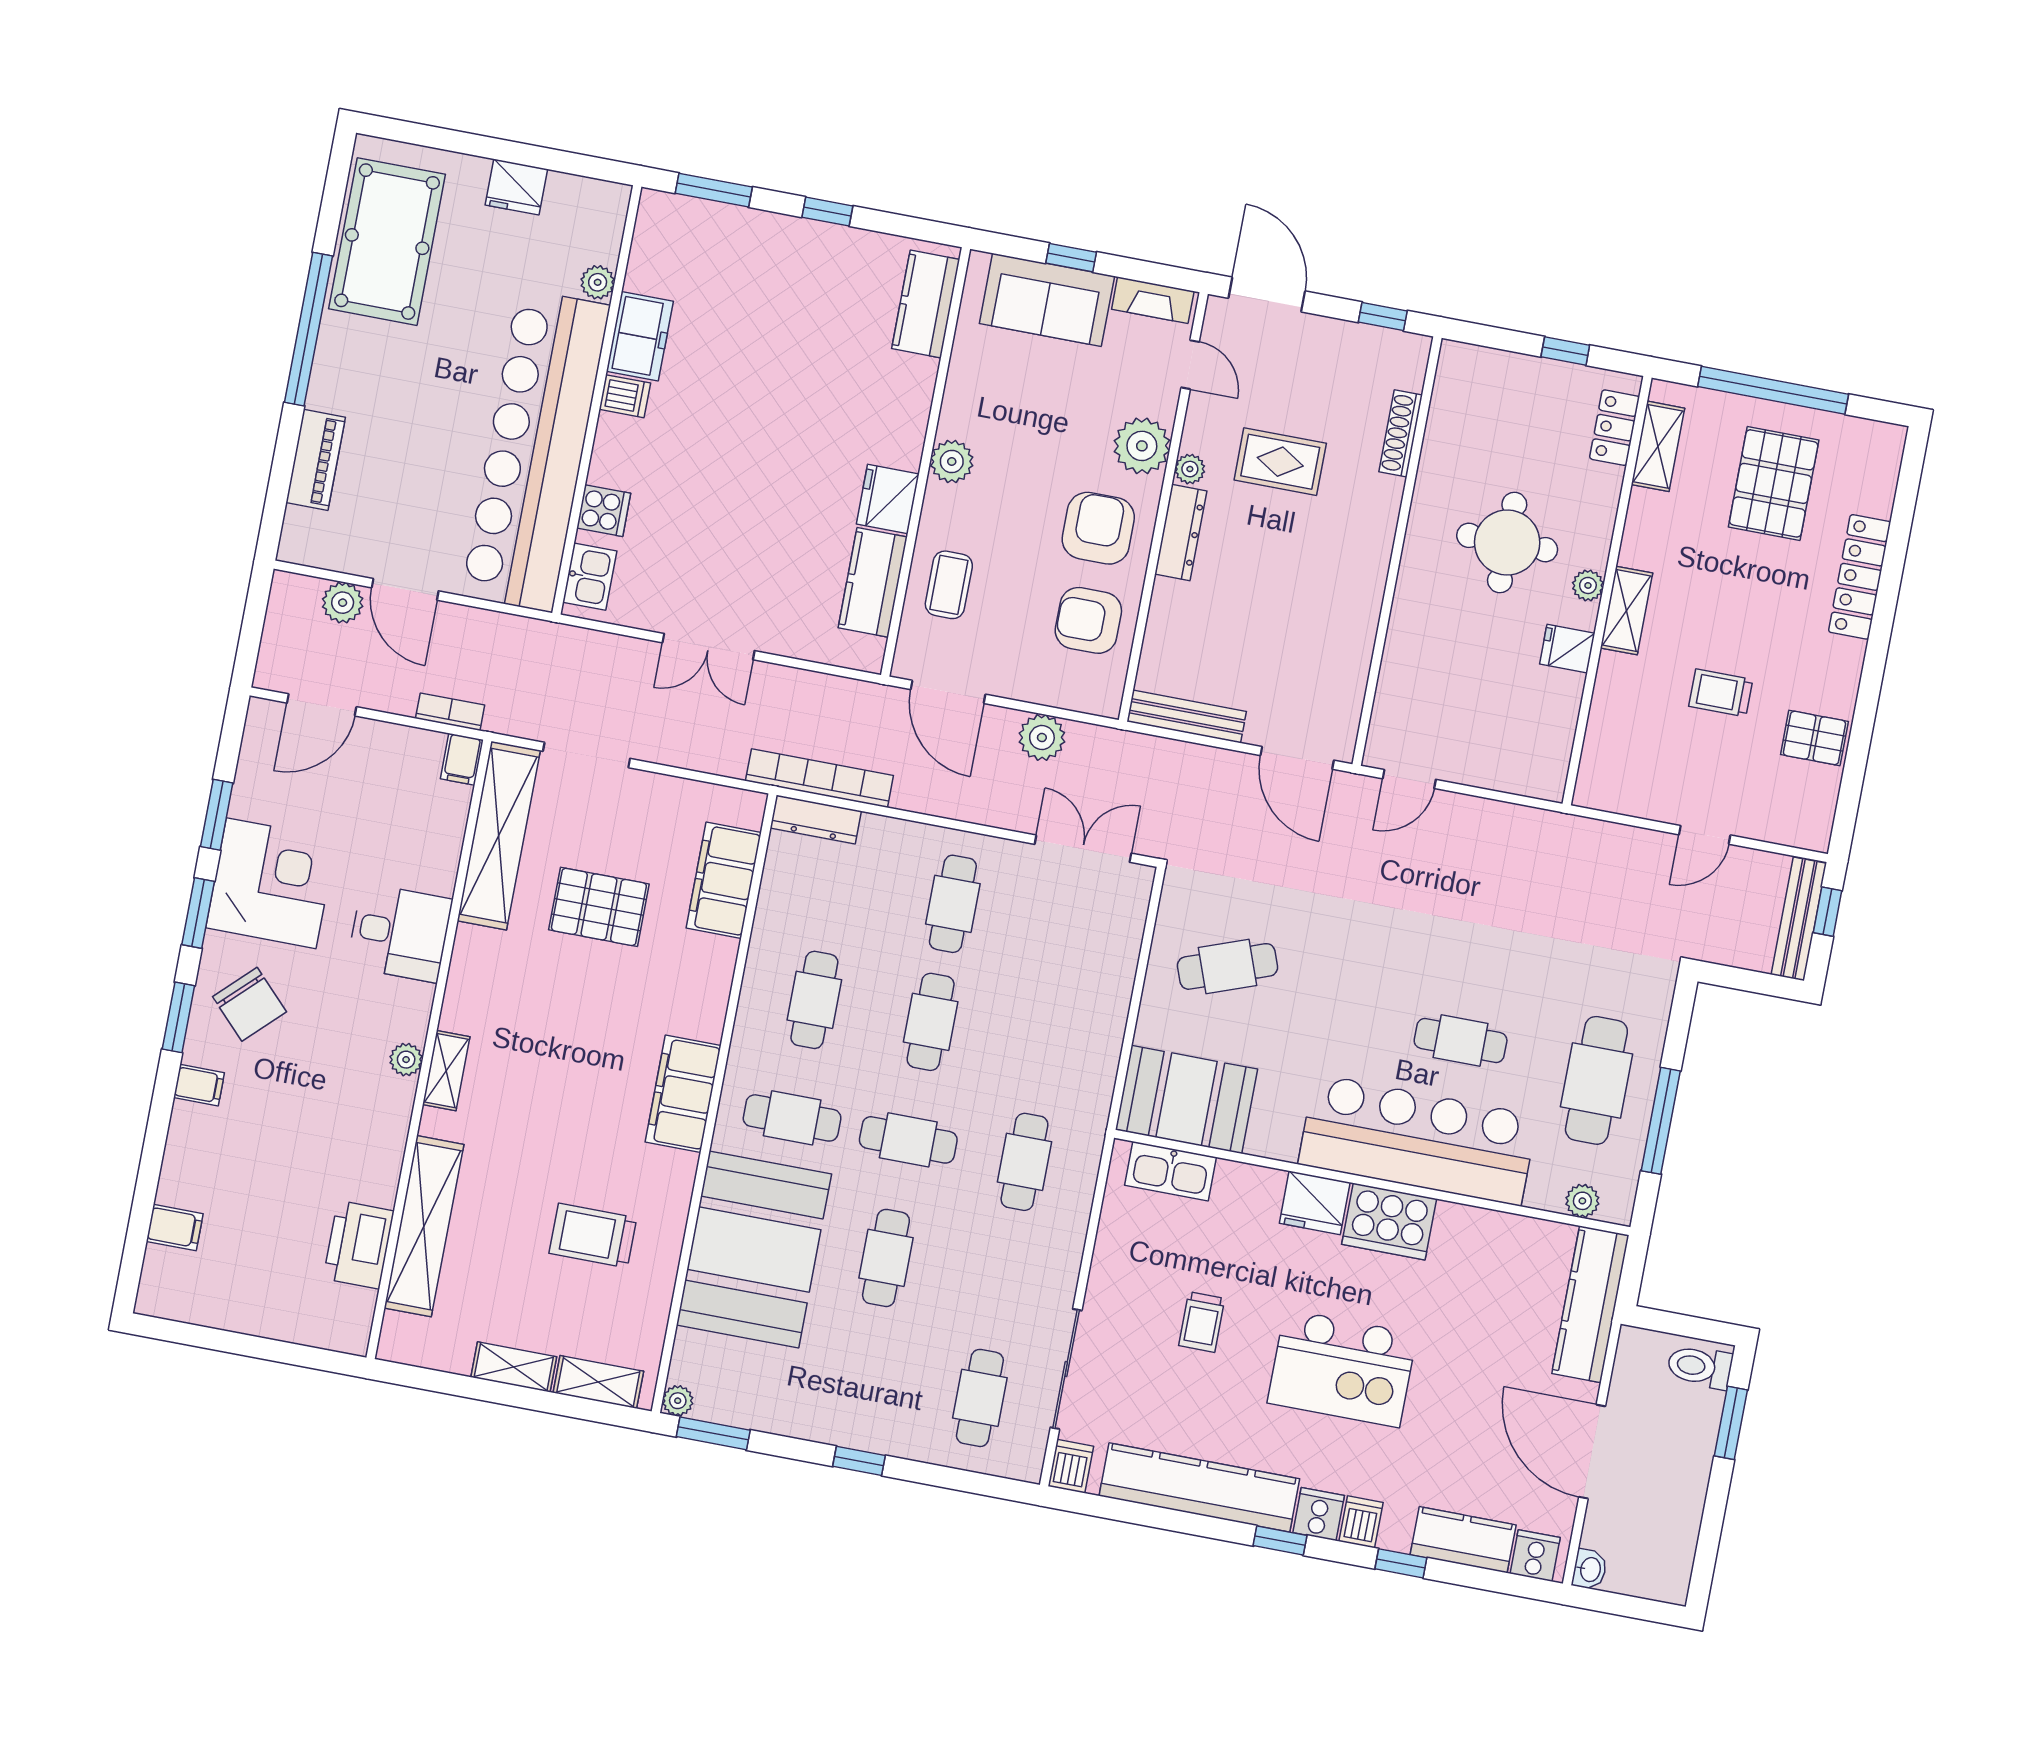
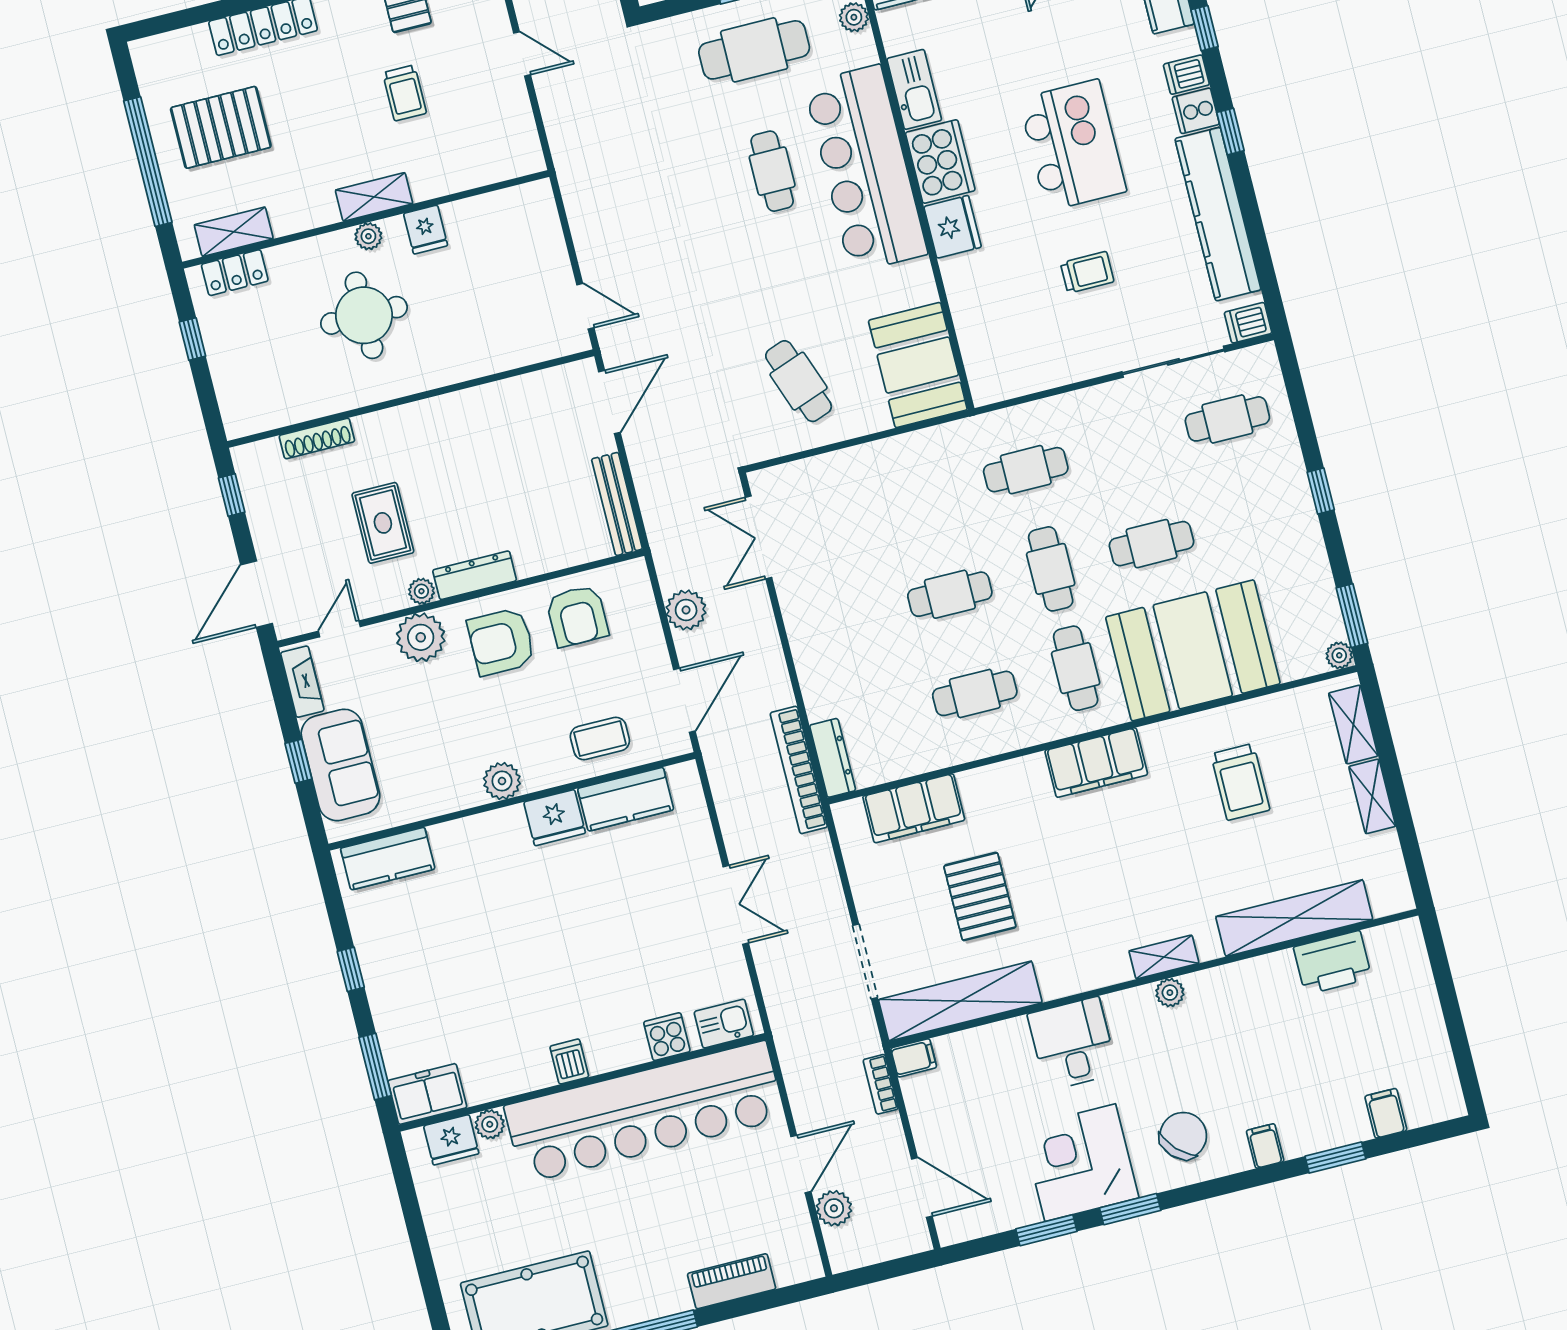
fridge: (516, 187) -> (451, 1140), moved, turned 90
freezer: (640, 336) -> (427, 1094), moved
cafe table: (953, 904) -> (849, 620), removed
window: (178, 1017) -> (1335, 1158), moved
kitchen sink: (1171, 1171) -> (914, 89), moved

